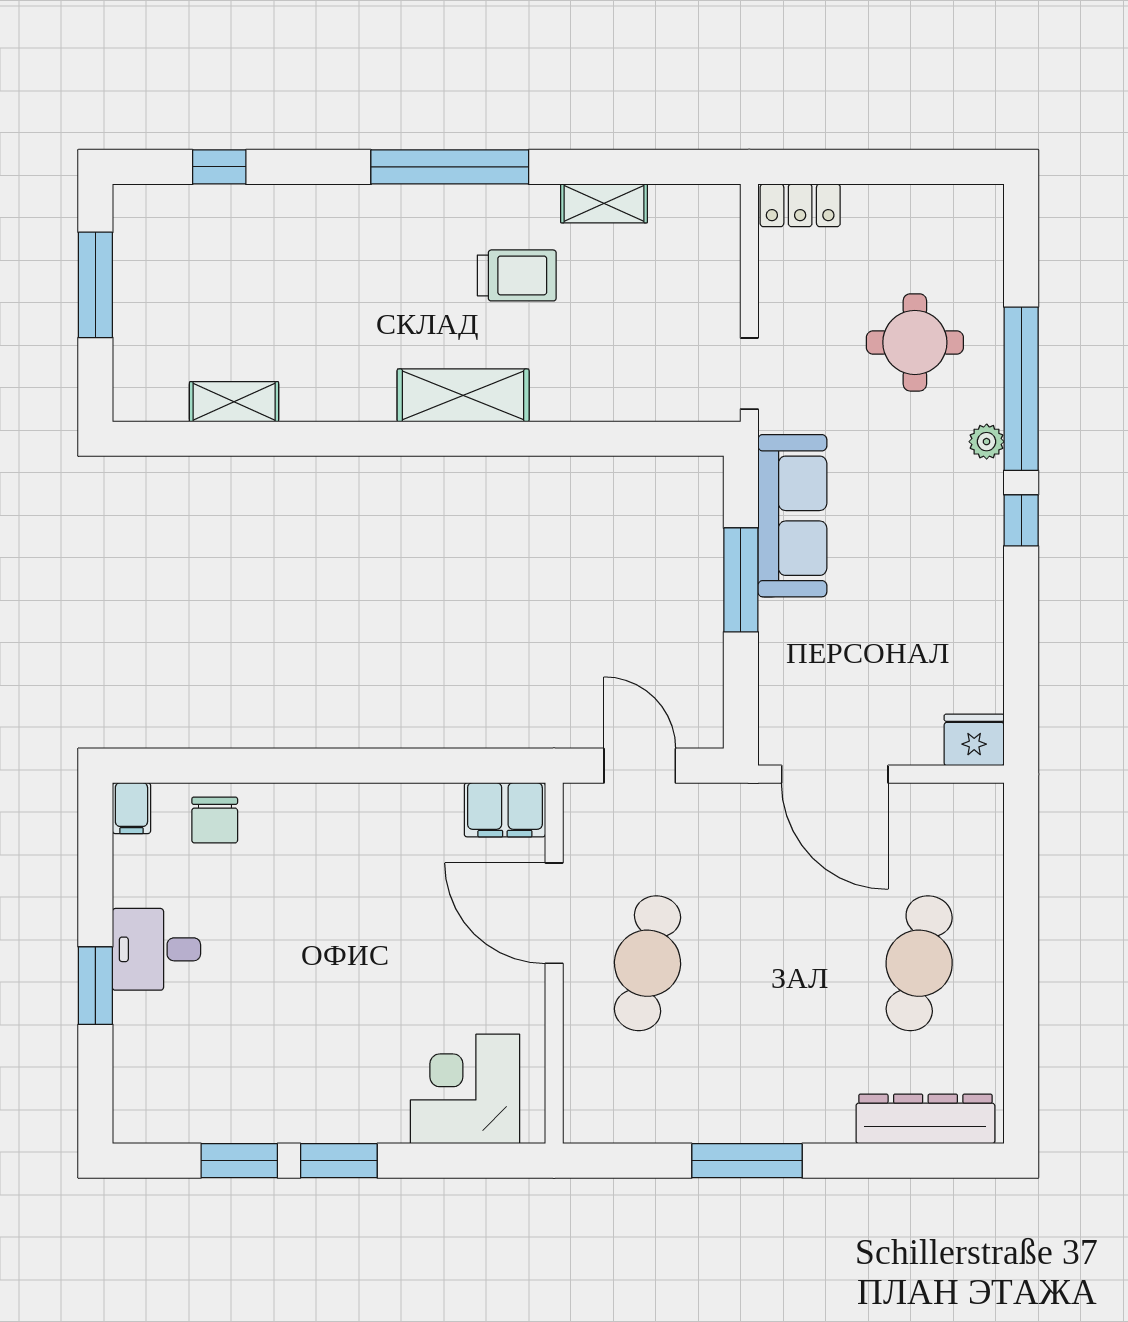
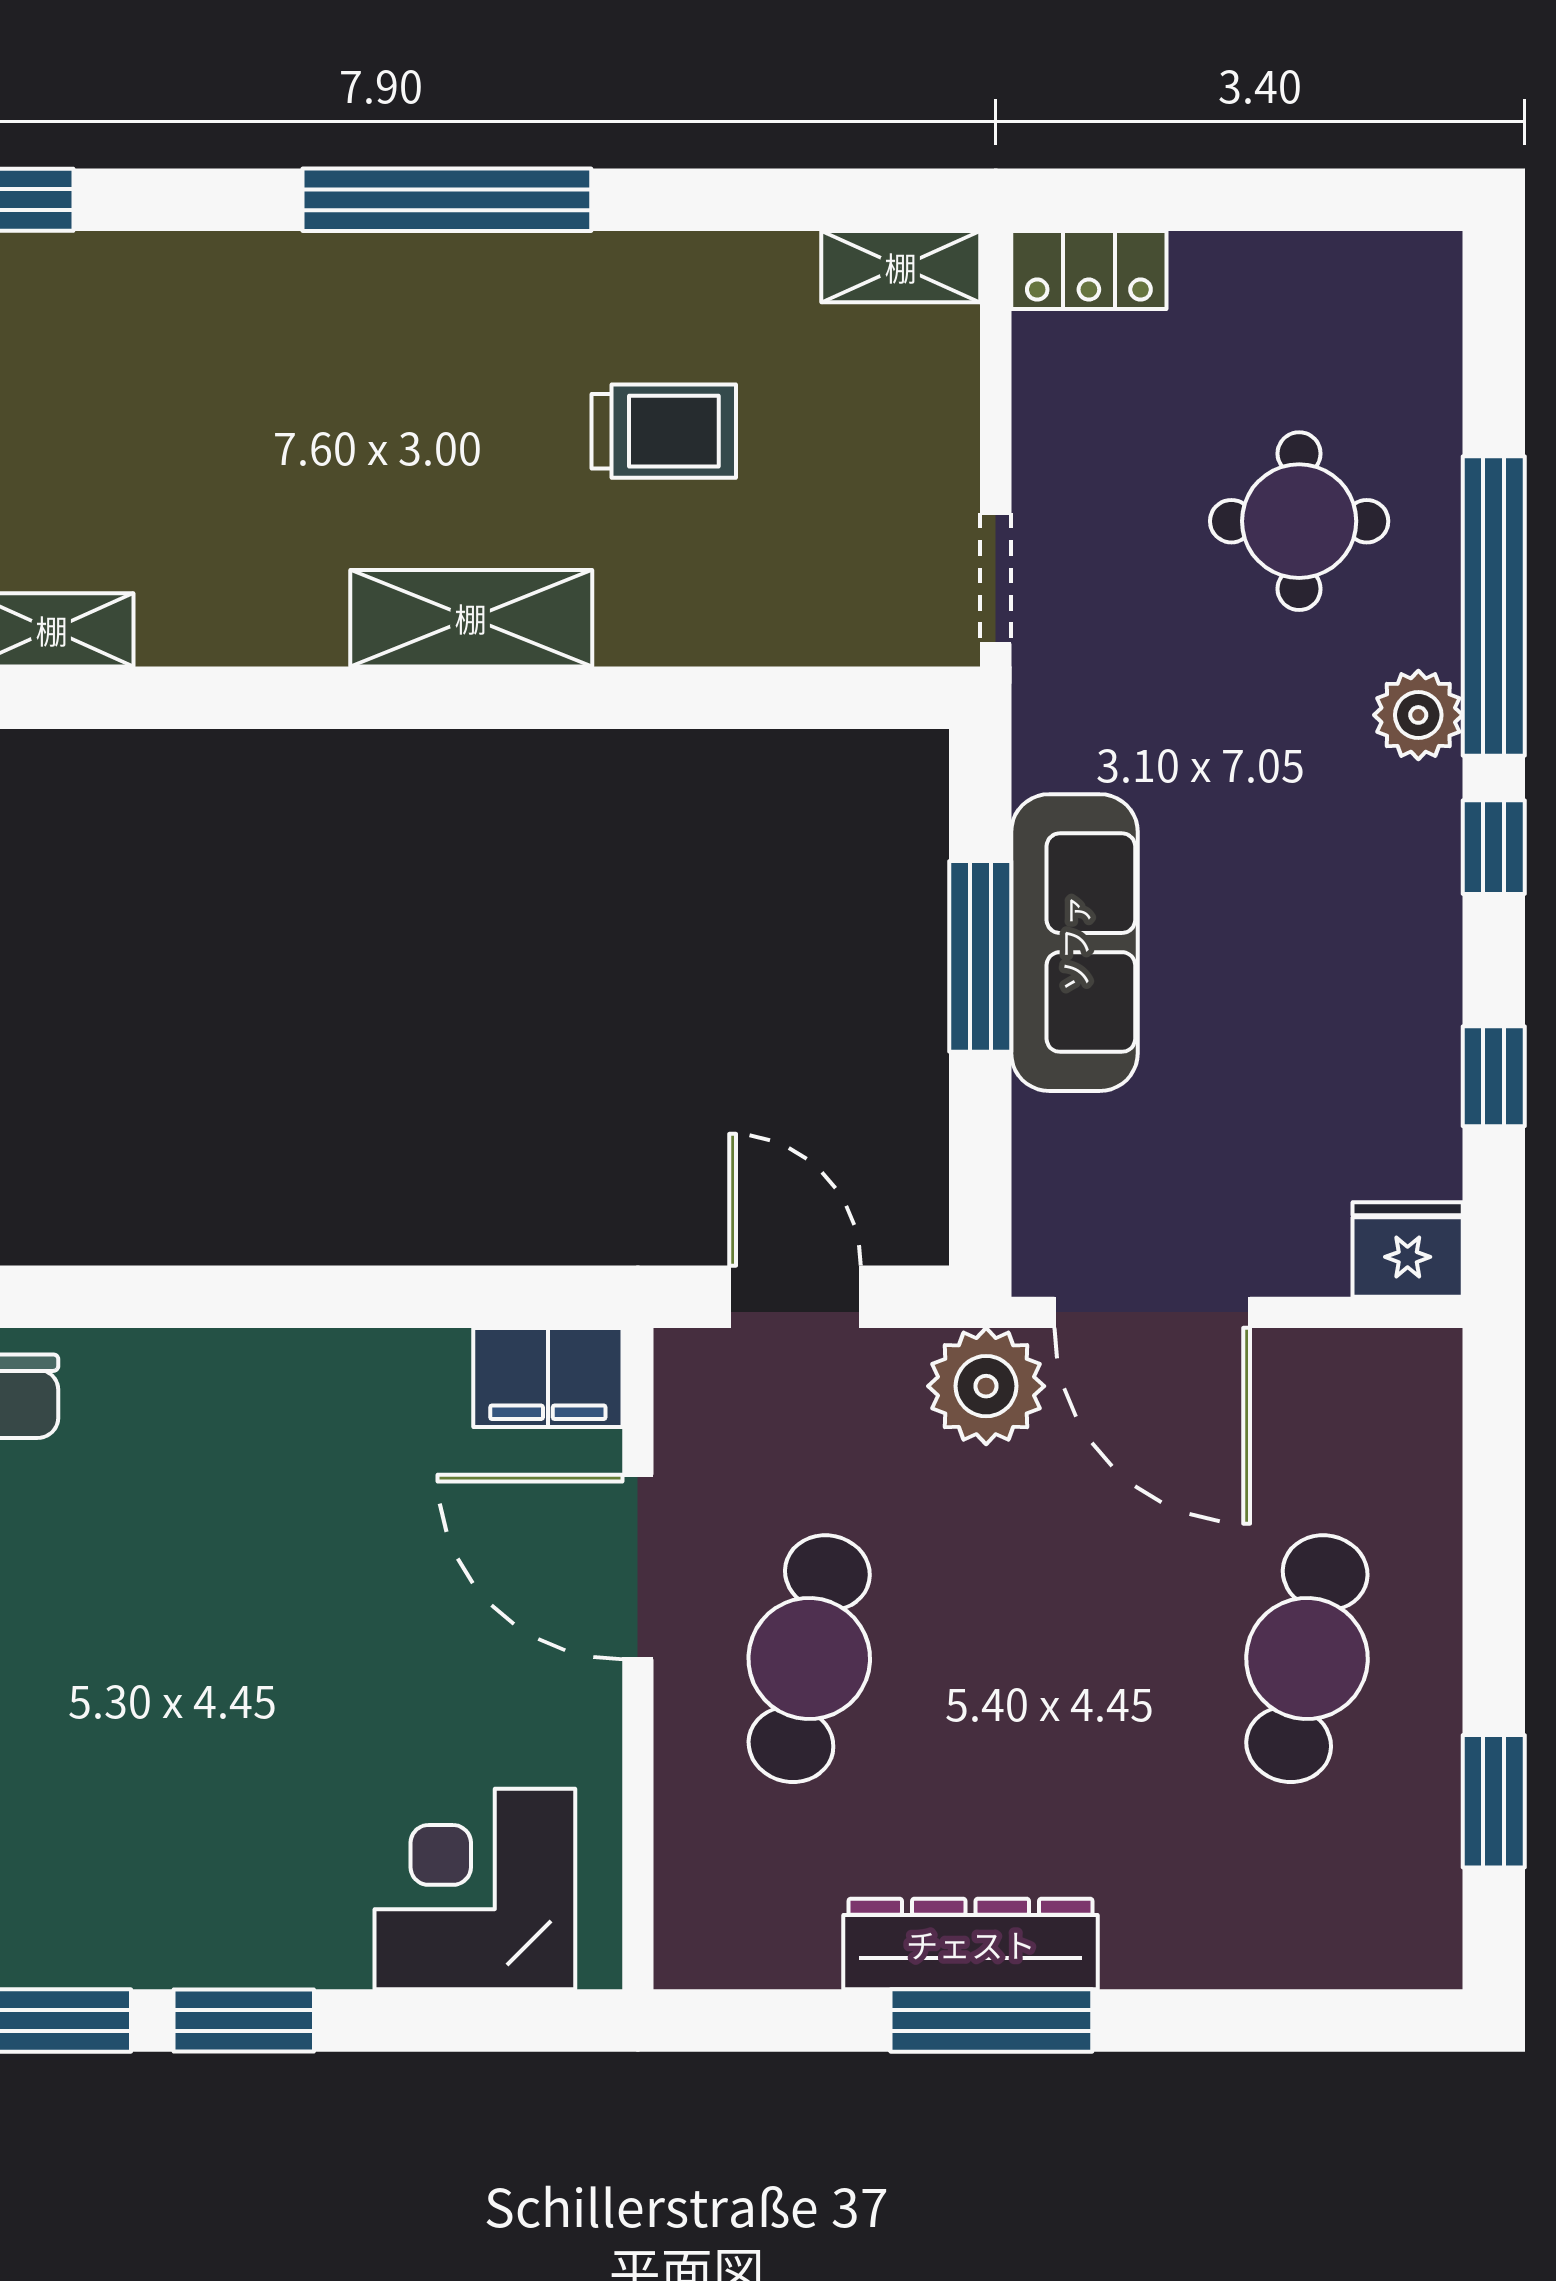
shelving: (604, 203) -> (901, 267), moved
trolley: (517, 275) -> (664, 431), moved
plant: (987, 442) -> (1418, 715), width x1.38, depth x1.38
sofa: (792, 516) -> (1074, 943), moved
window: (1021, 645) -> (1494, 1076), added
plant: (744, 814) -> (986, 1386), added
window: (1021, 1041) -> (1494, 1801), added
dresser: (925, 1119) -> (971, 1944), moved

